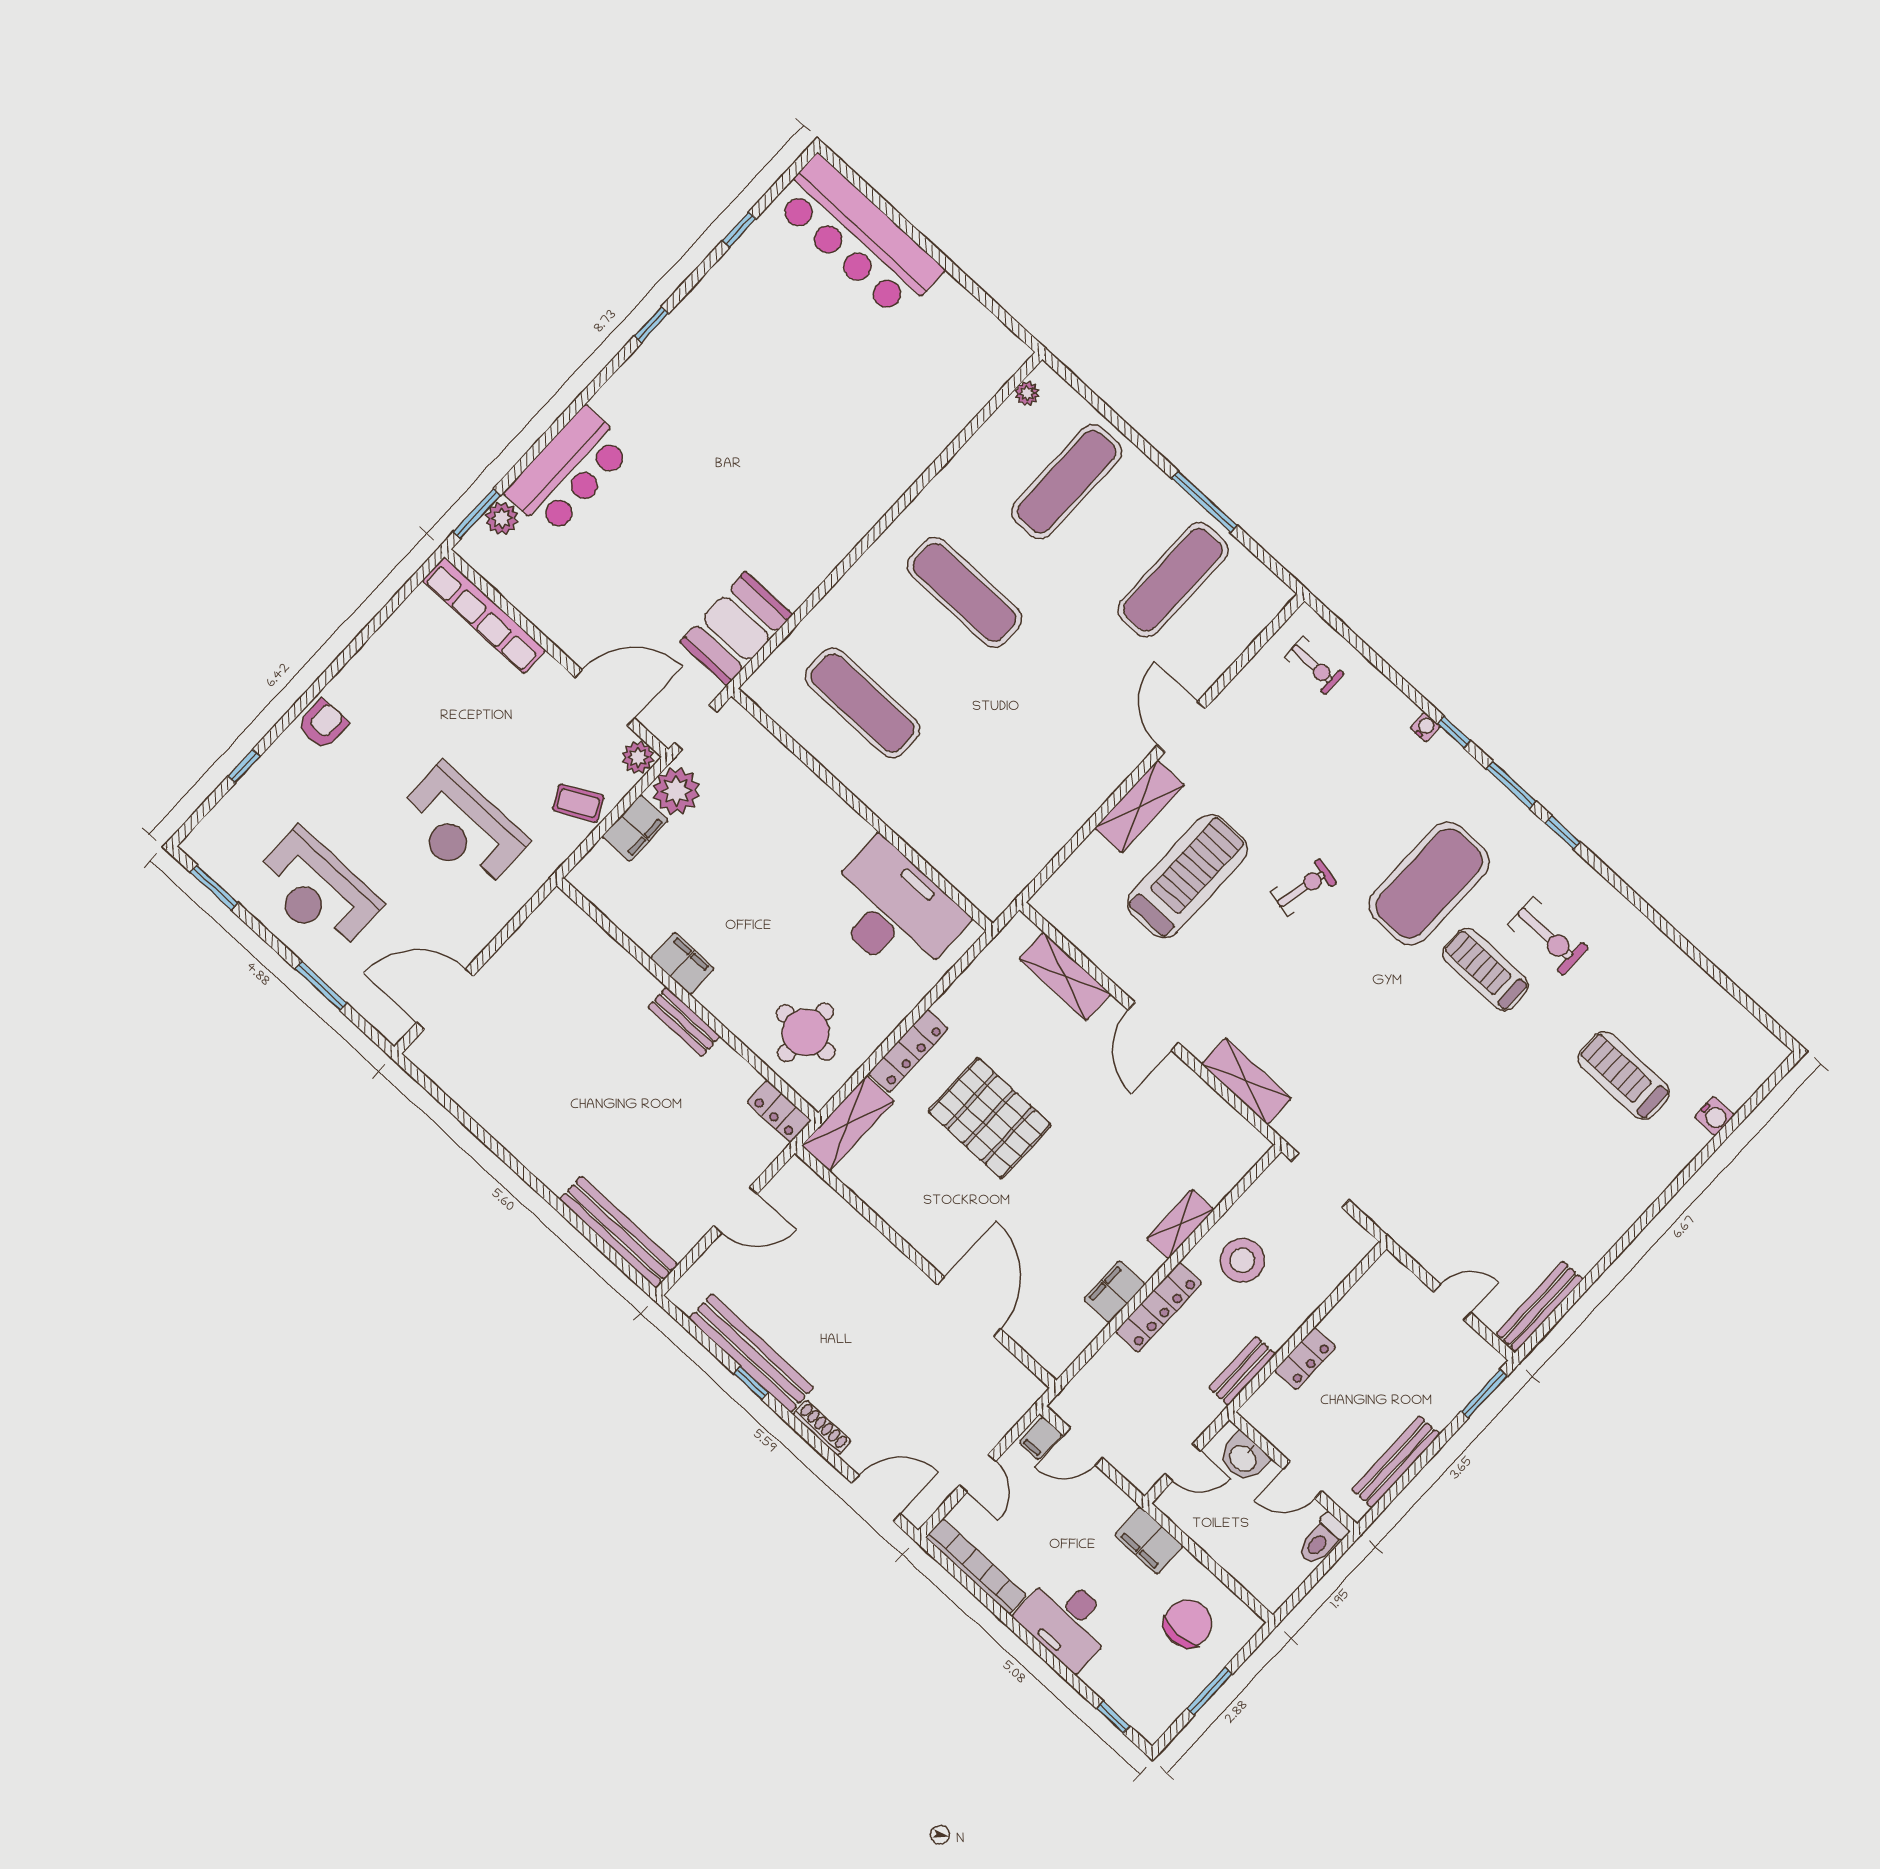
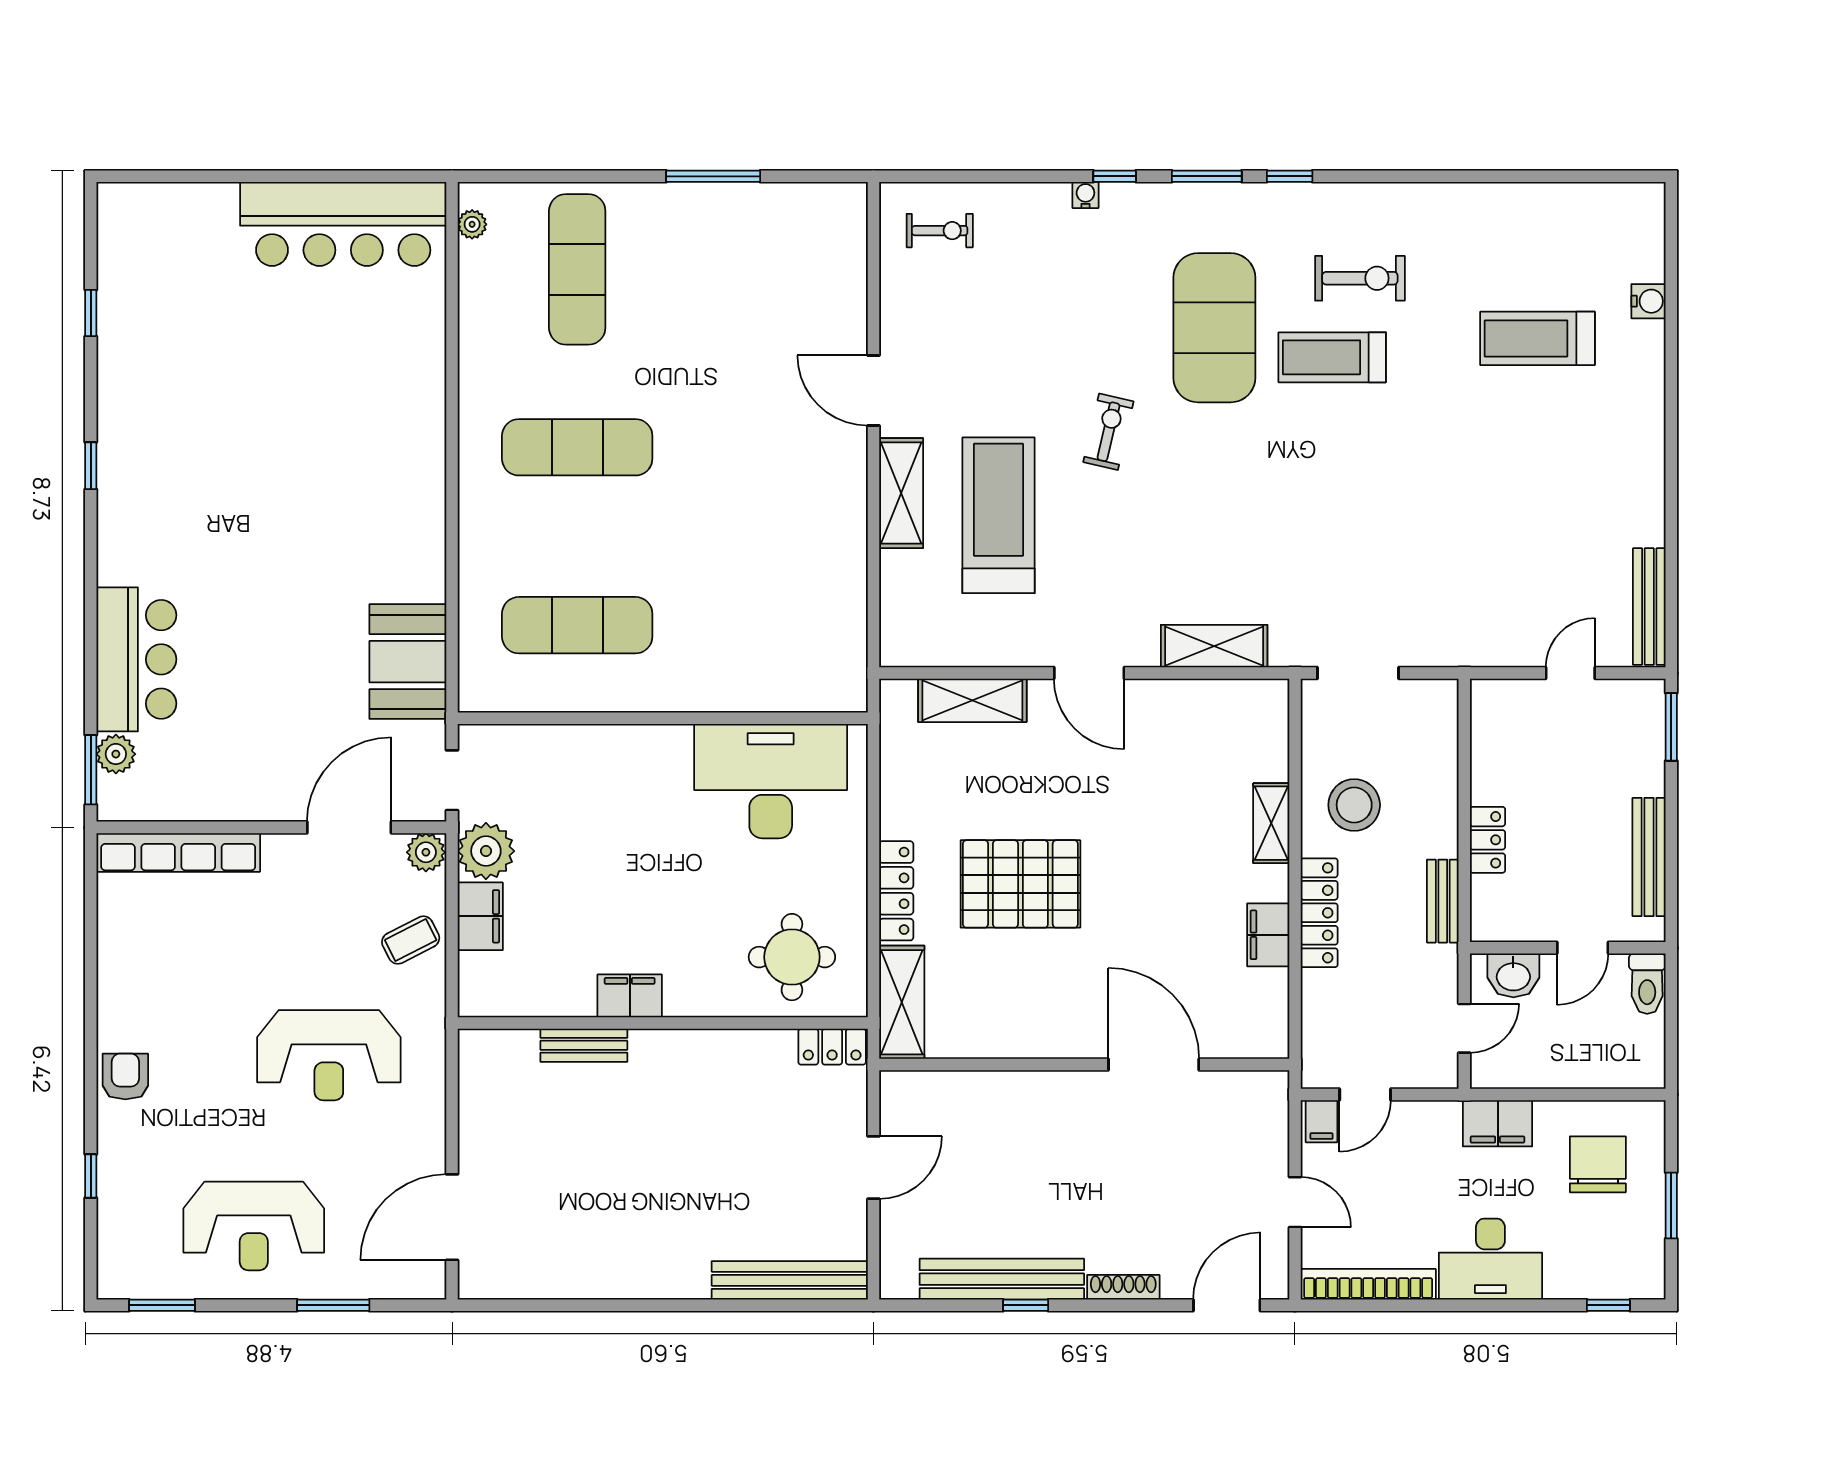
bar counter: (858, 237) -> (343, 224), moved
exercise mat: (1173, 580) -> (748, 269), removed
bench: (684, 1022) -> (584, 1045), moved

